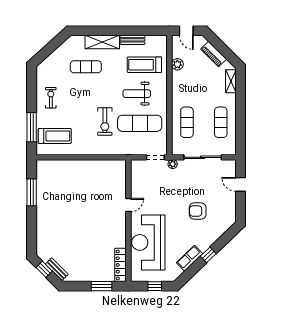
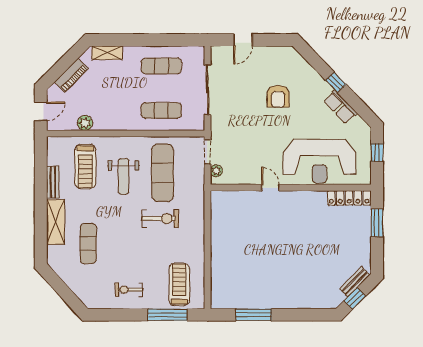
plant: (173, 164) -> (216, 171), moved

